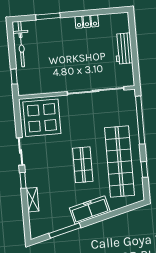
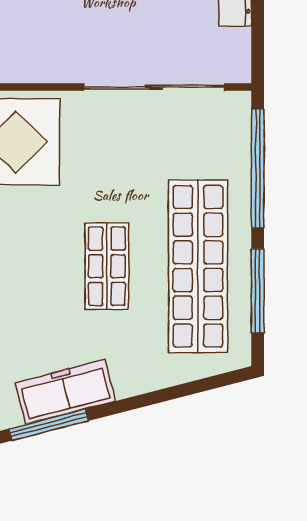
window: (144, 169) -> (258, 291), width x2.17
freezer: (90, 210) -> (65, 392), moved

